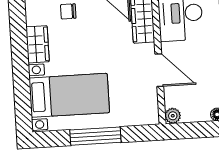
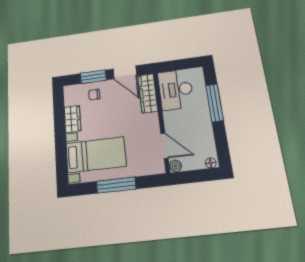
door: (159, 70) -> (164, 146), moved

